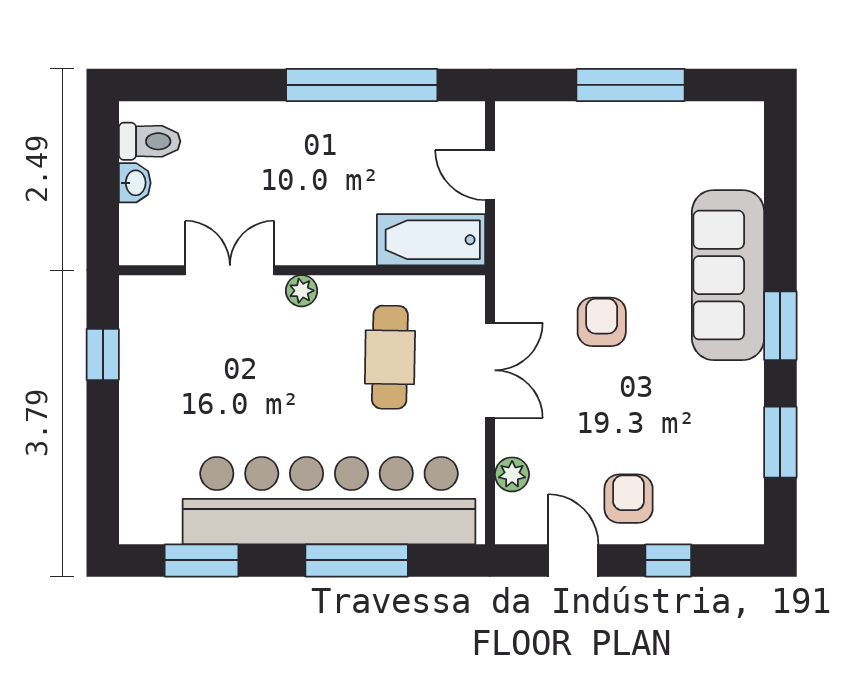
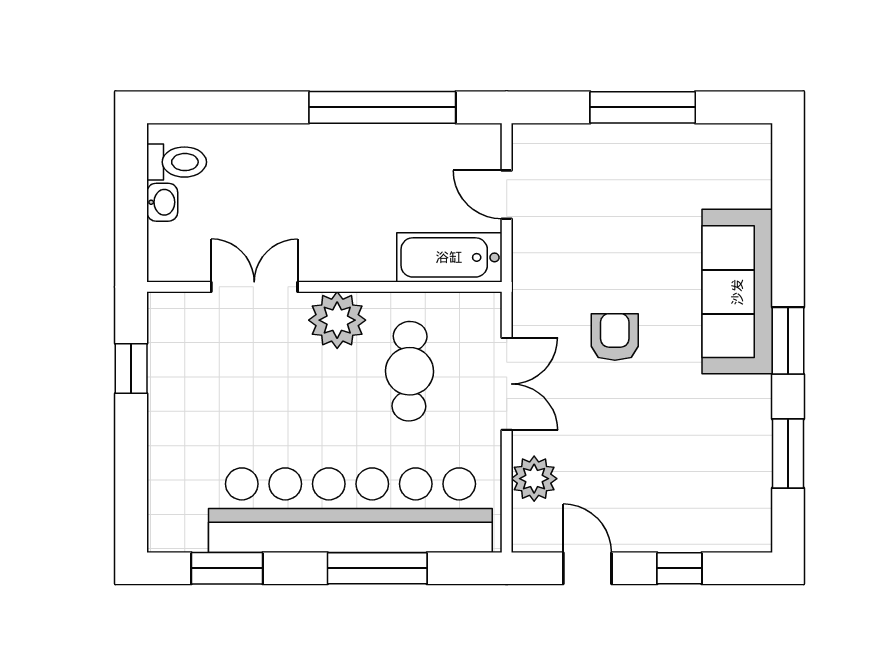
plant: (302, 291) -> (337, 320), width x1.88, depth x1.88
plant: (512, 474) -> (534, 479), width x1.38, depth x1.38
armchair: (629, 499) -> (641, 508), removed

